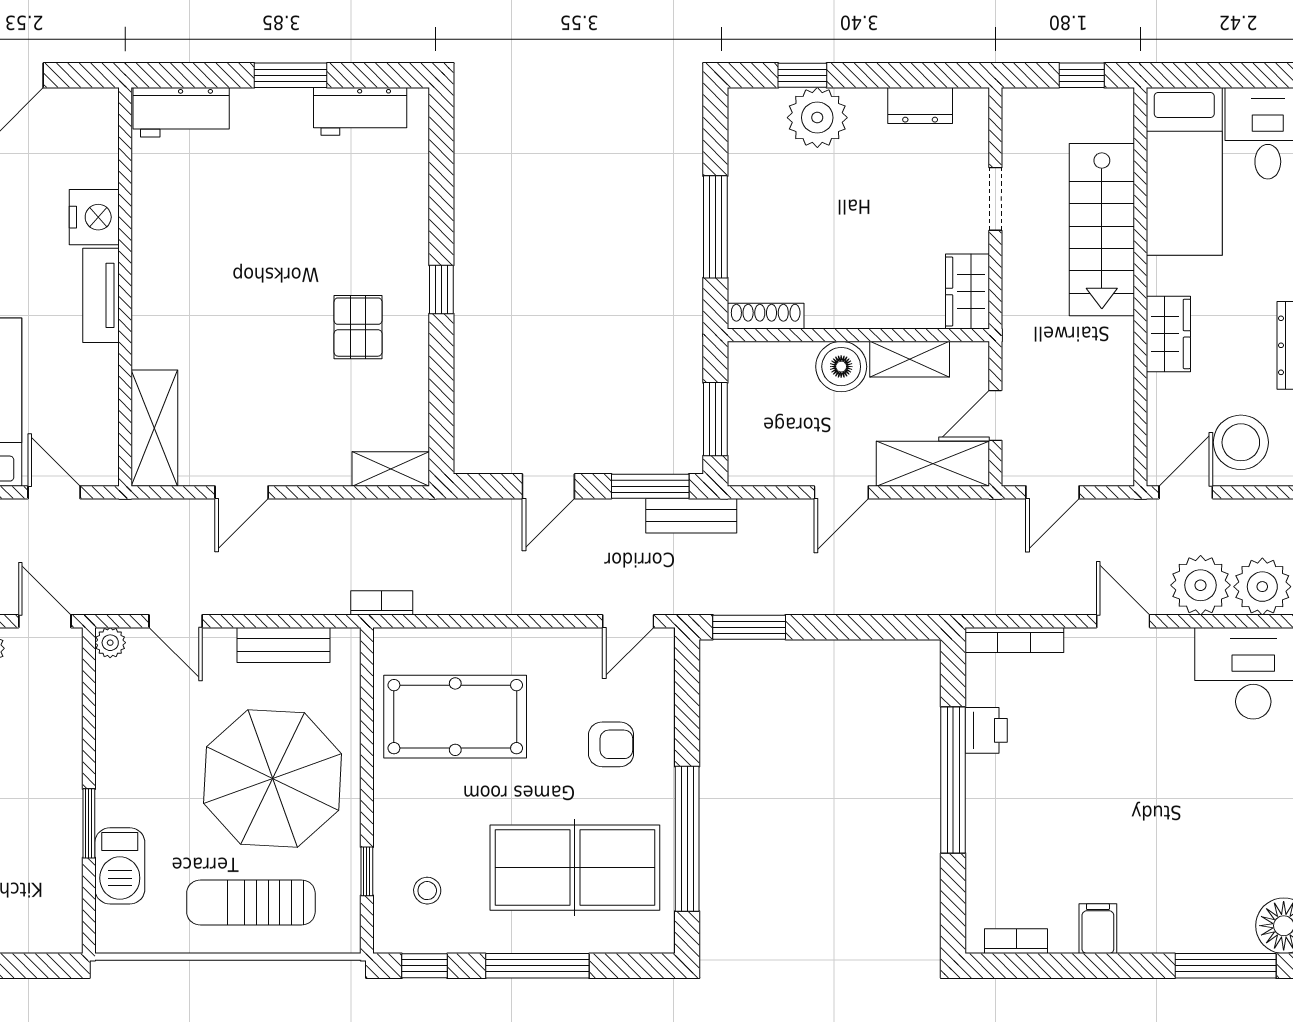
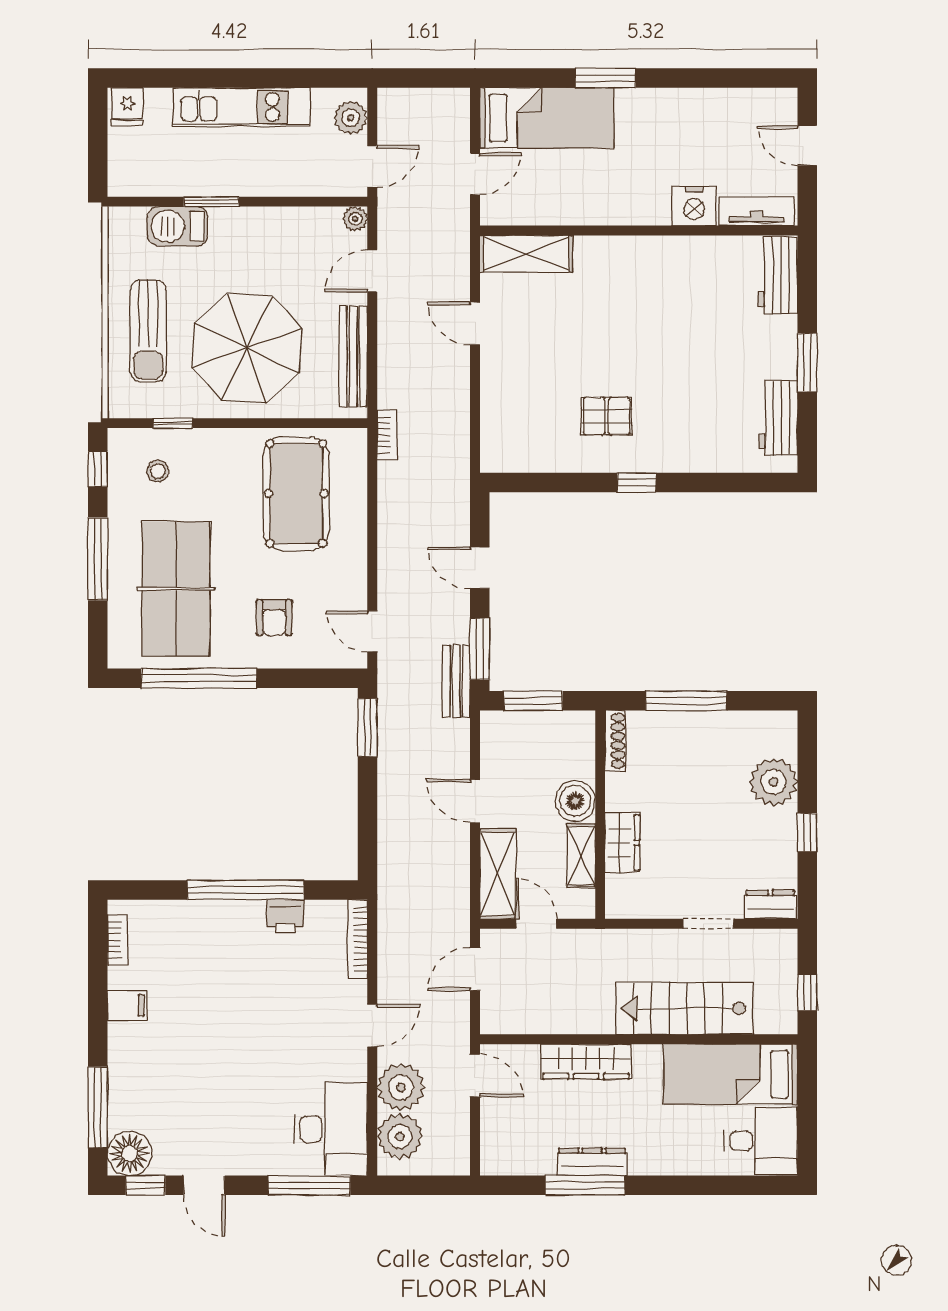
window: (802, 75) -> (807, 832), moved
dresser: (920, 106) -> (770, 905), moved, turned 90
wardrobe: (968, 291) -> (622, 843), moved, turned 90
tv unit: (101, 295) -> (756, 211), moved
wardrobe: (1168, 334) -> (586, 1062), width x1.50
stool: (1241, 442) -> (515, 1119), removed
shelving: (391, 469) -> (494, 442), removed
door: (1053, 492) -> (475, 969), hinge flipped
bench: (284, 645) -> (353, 357), width x1.36
sun lounger: (251, 903) -> (148, 331), turned 180

